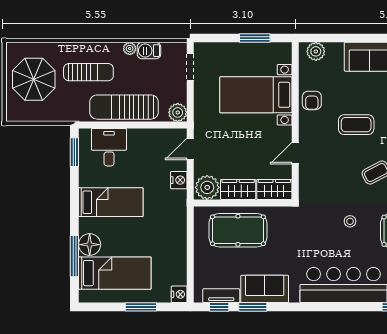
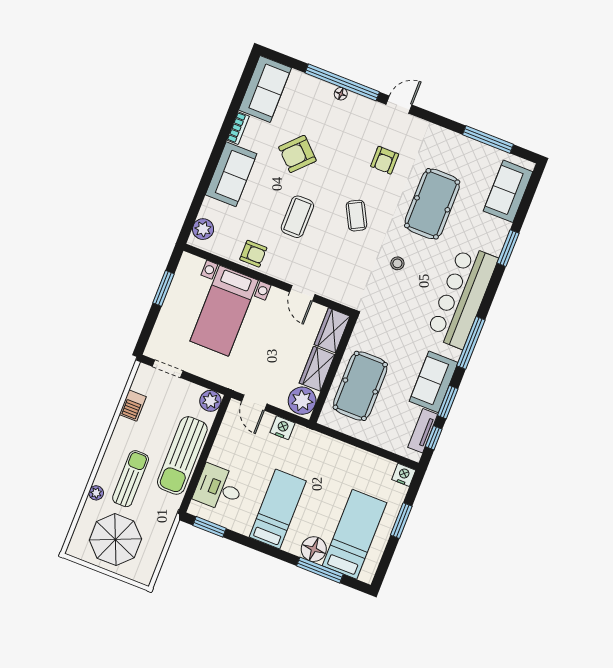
plant: (130, 49) -> (96, 493), moved
window: (309, 307) -> (471, 343), added

